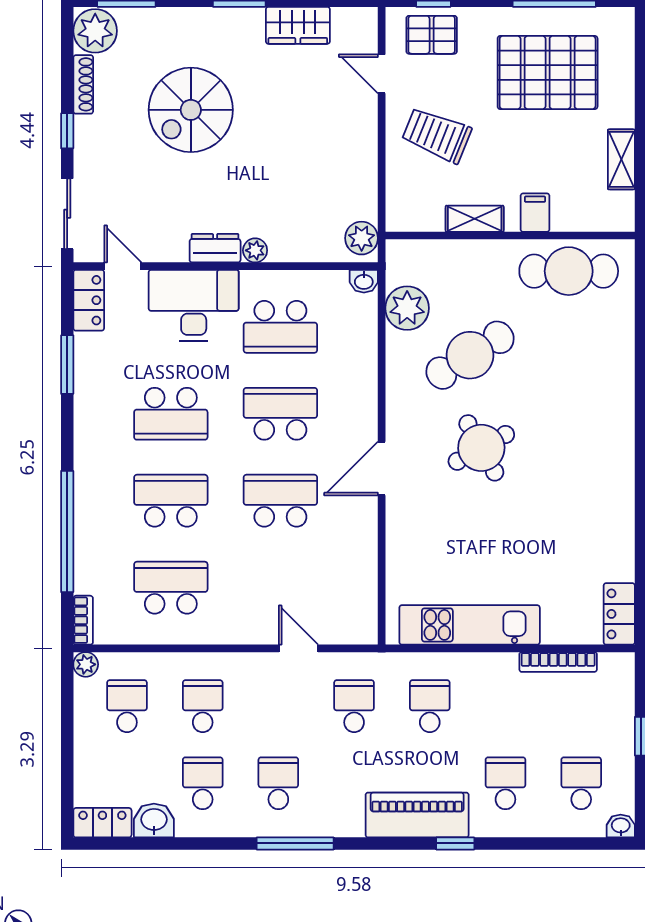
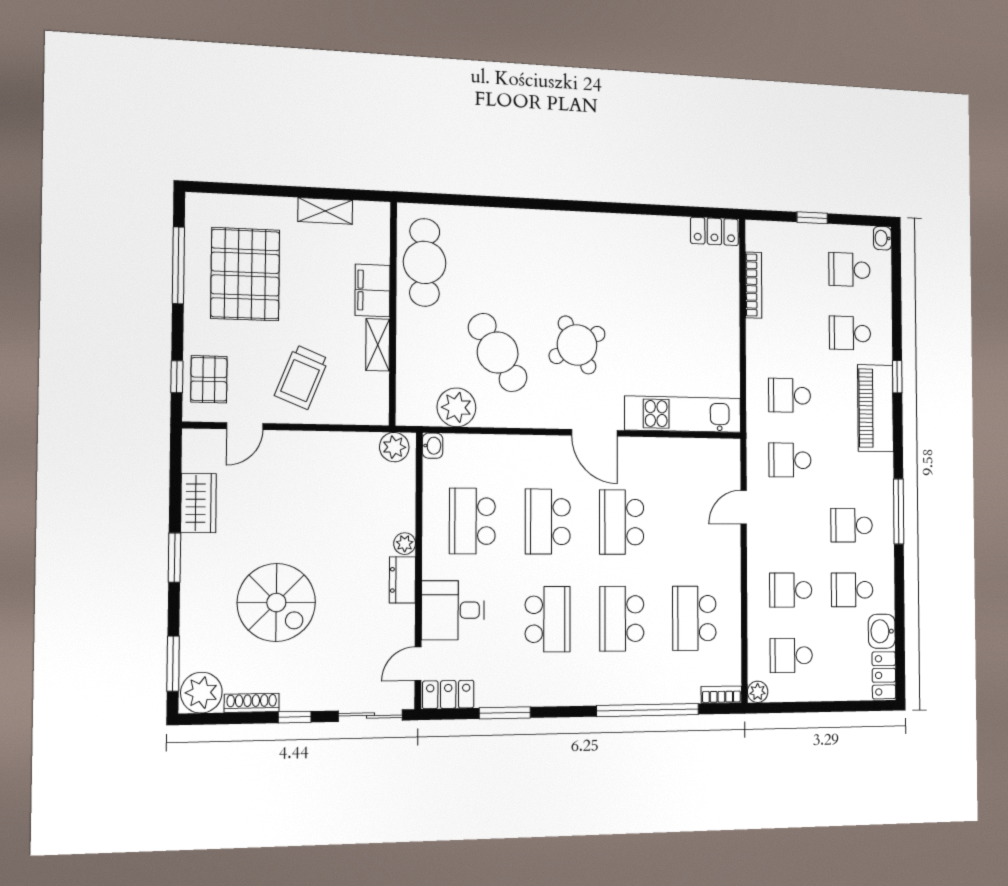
filing cabinet: (535, 213) -> (373, 290), width x2.00
desk: (194, 305) -> (453, 610), width x0.73
school desk: (280, 327) -> (472, 521), turned 180
kitchen unit: (470, 625) -> (683, 414), moved, turned 90

